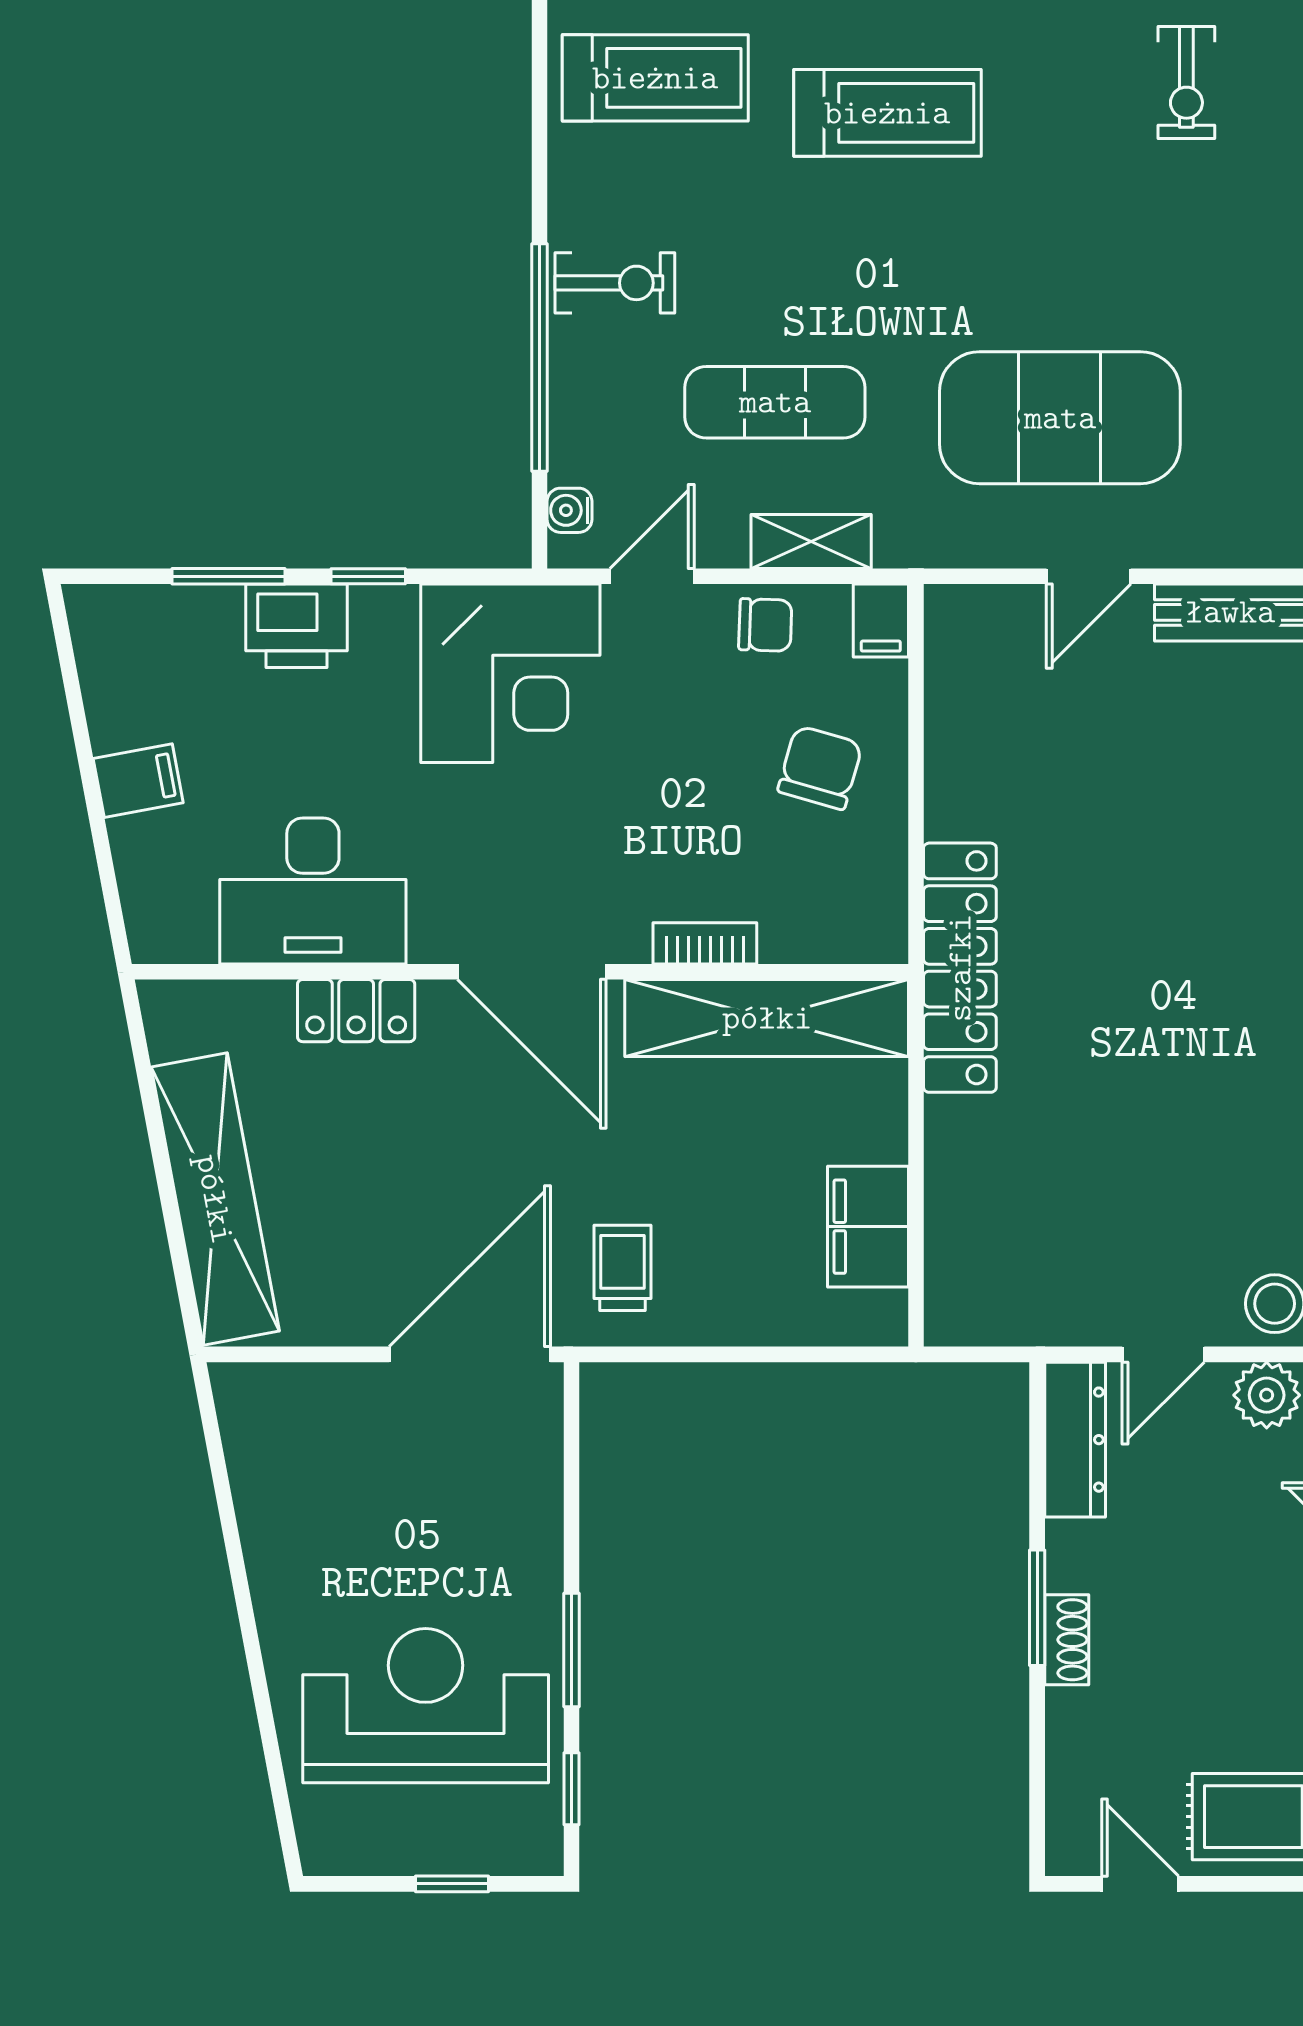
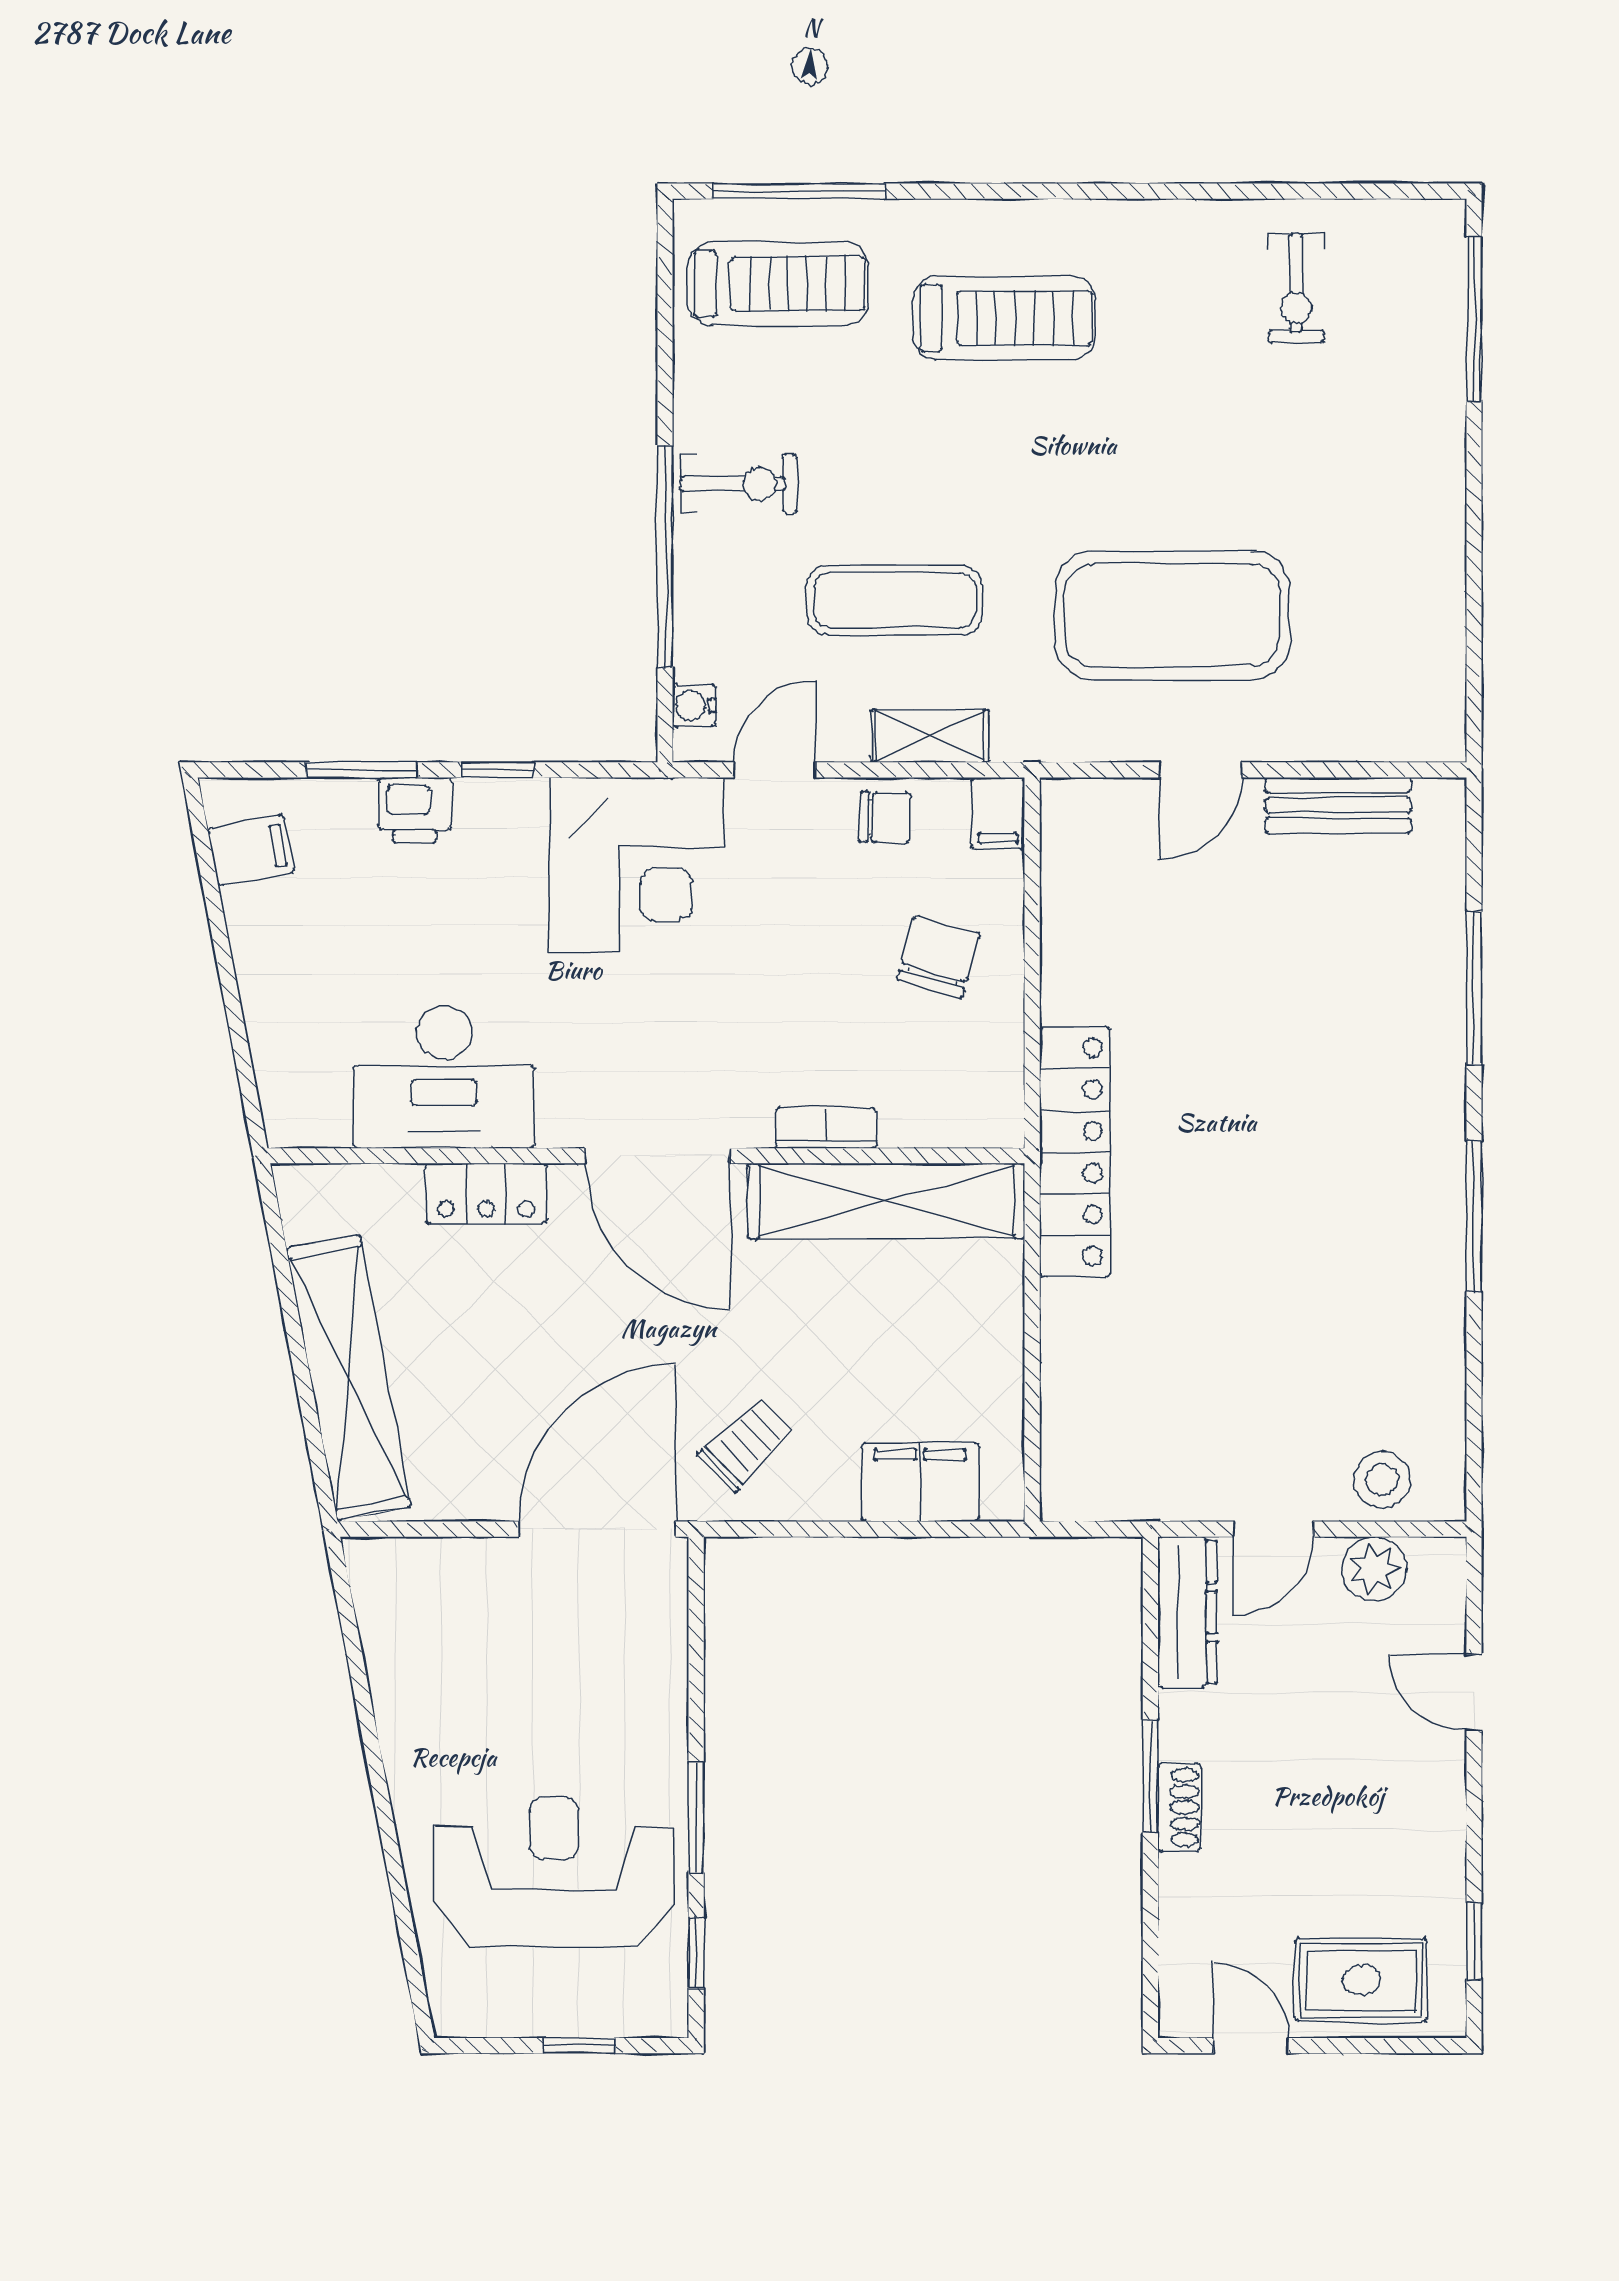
printer: (296, 626) -> (415, 810), width x0.73, depth x0.81
filing cabinet: (138, 781) -> (251, 850), moved
filing cabinet: (868, 1227) -> (920, 1482), moved, turned 90
trolley: (622, 1268) -> (746, 1445), turned 46

